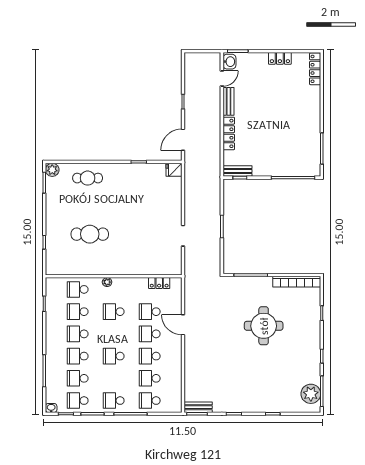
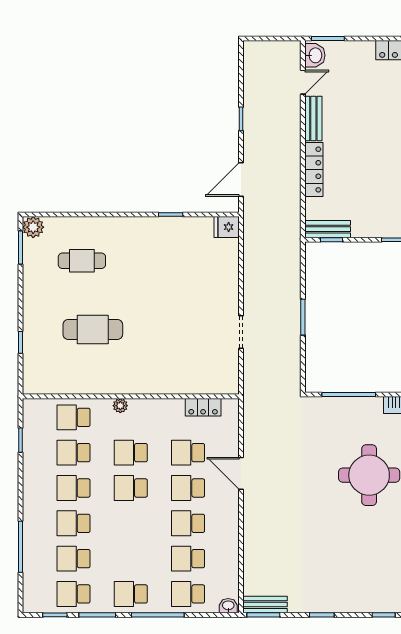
cafe table: (88, 178) -> (82, 261), moved
school desk: (114, 356) -> (131, 488), moved
washbasin: (51, 408) -> (228, 606), moved

